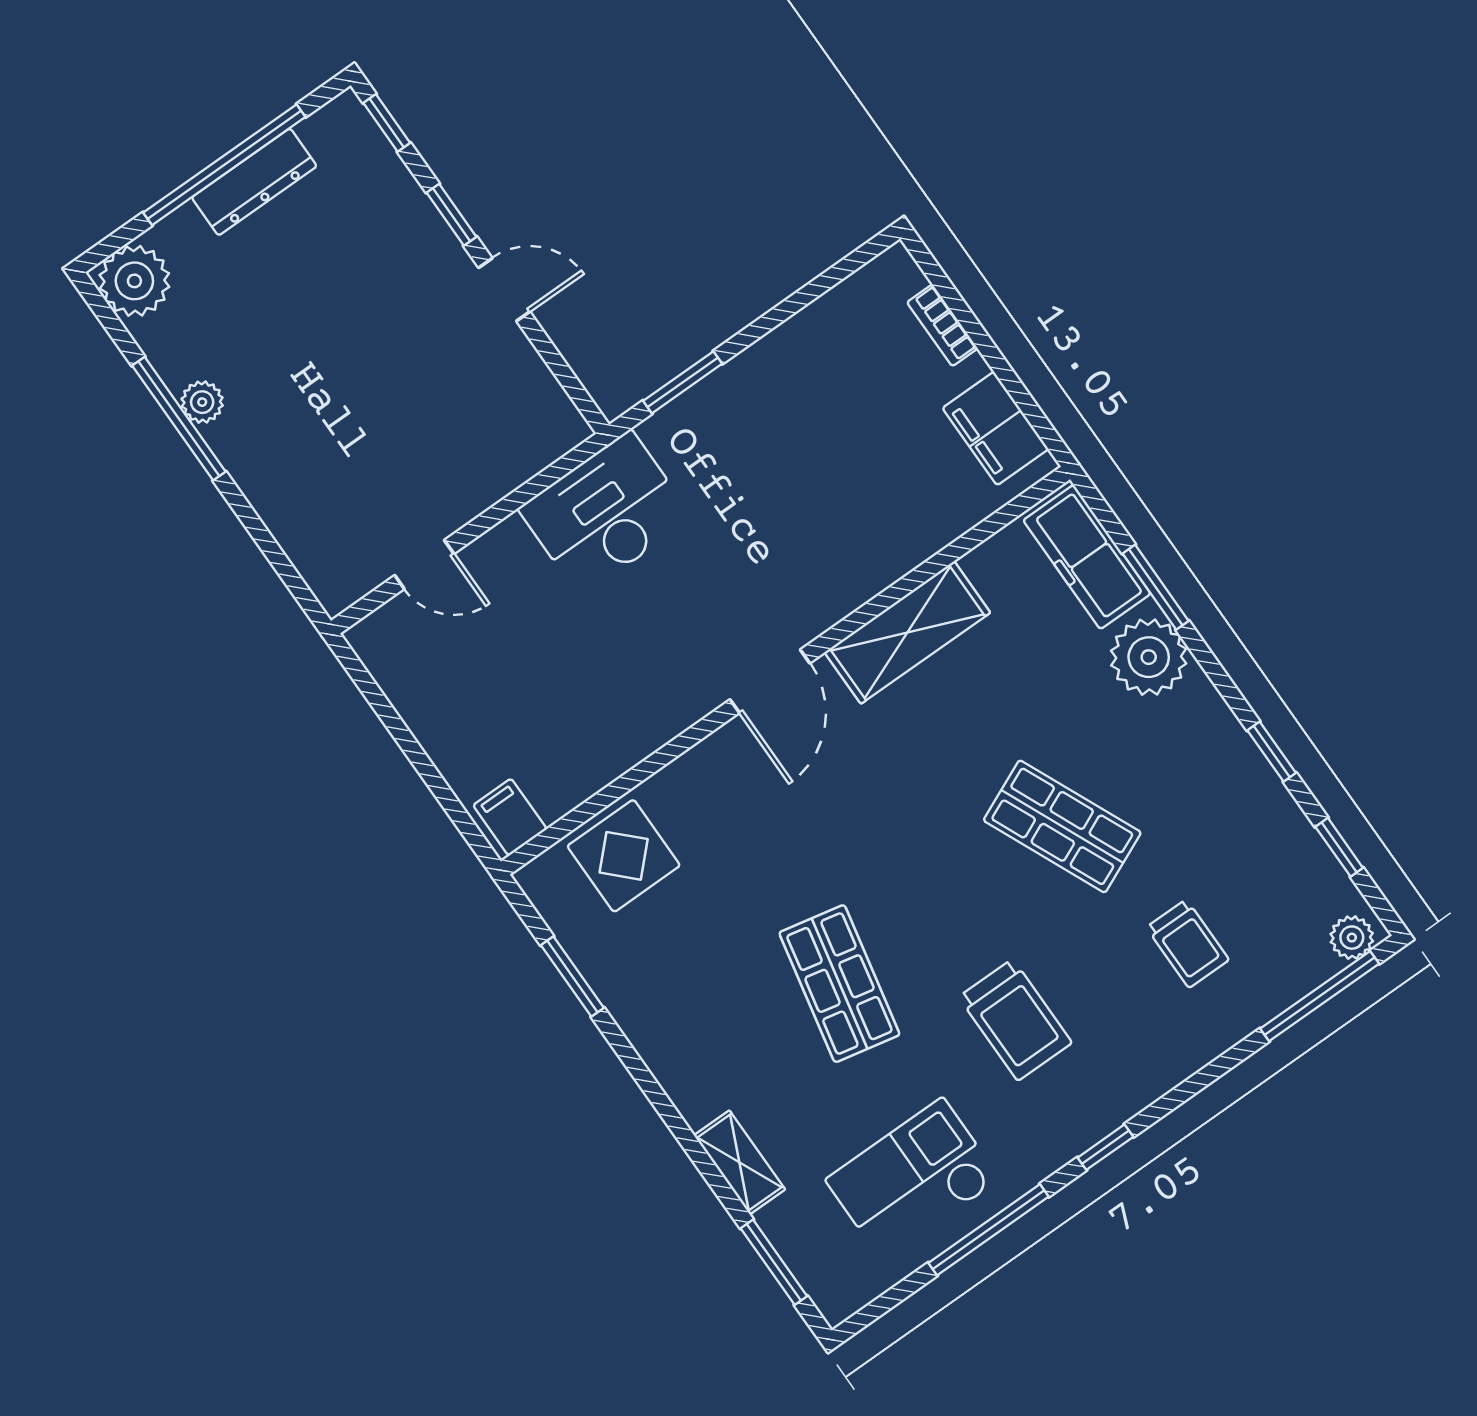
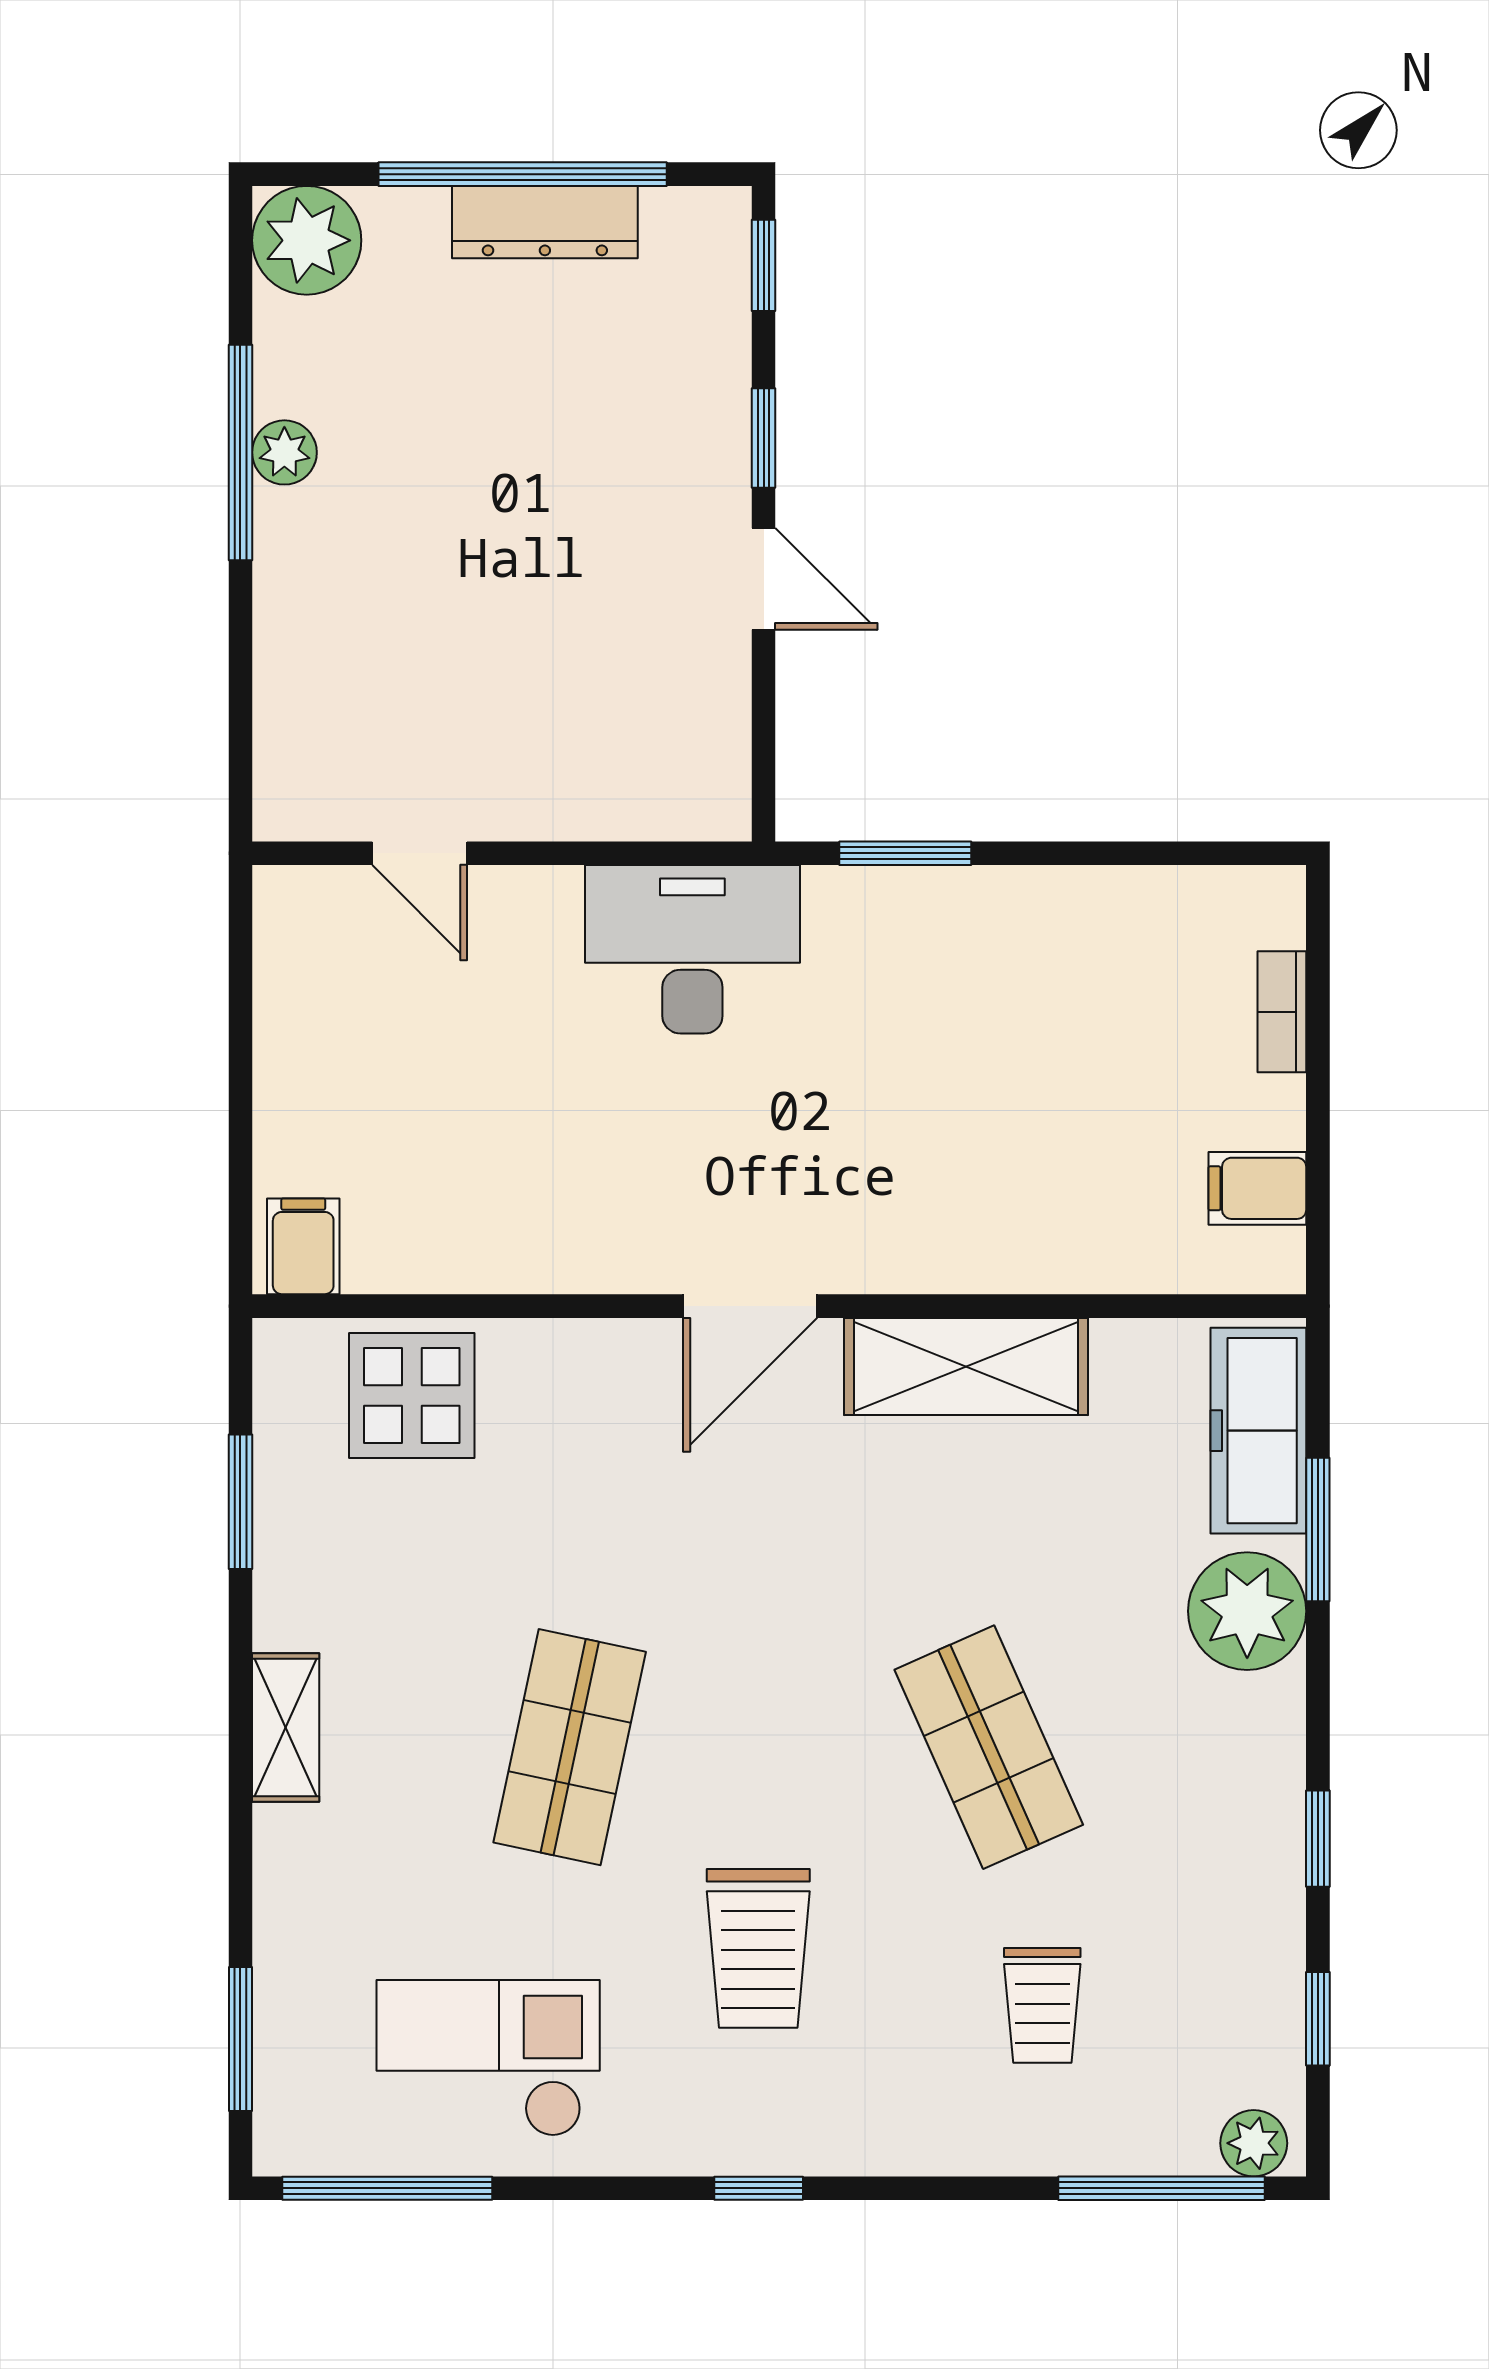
filing cabinet: (996, 428) -> (1257, 1188), width x0.50
shelving: (739, 1162) -> (286, 1727), moved
window: (988, 1230) -> (387, 2188), moved

